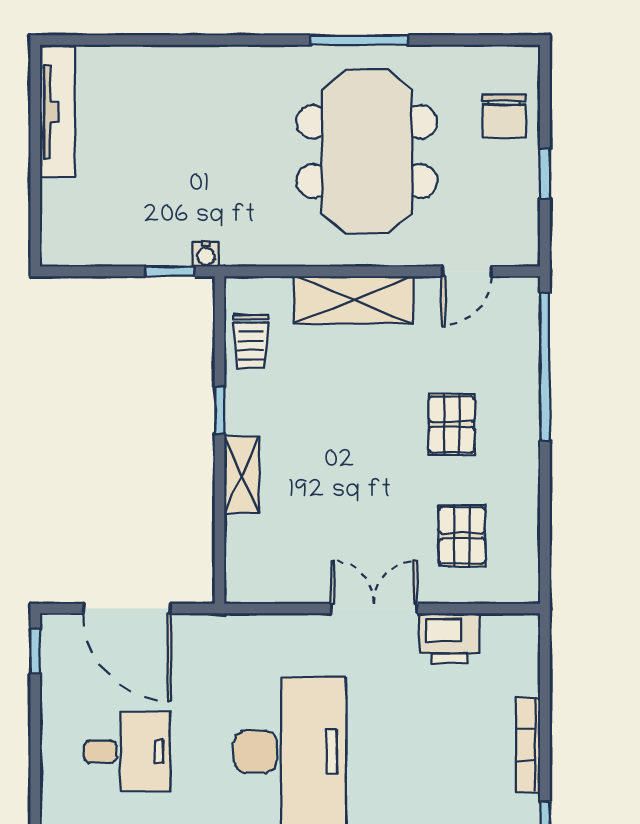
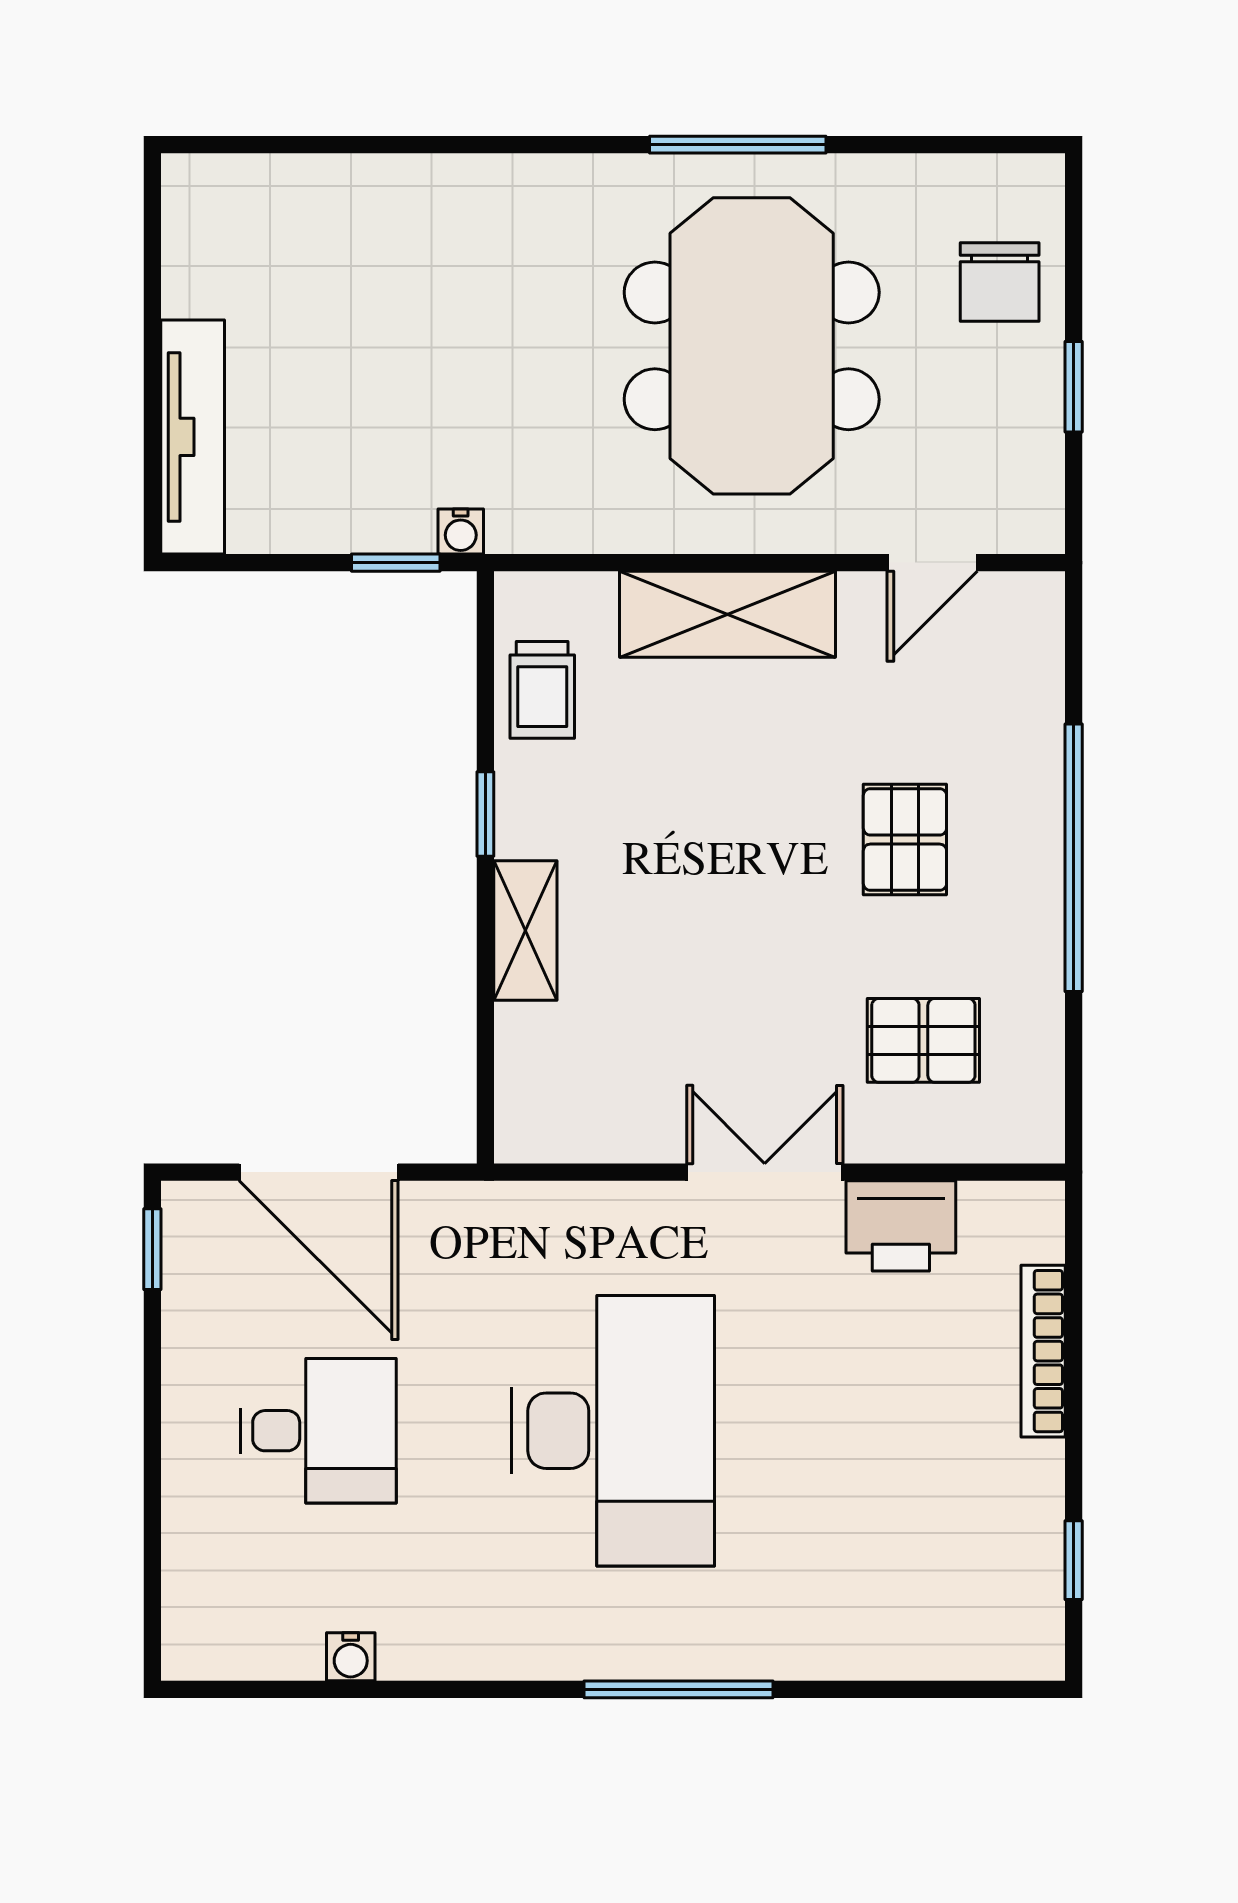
tv unit: (58, 112) -> (193, 437), moved
window: (545, 367) -> (1074, 858), moved
pallet: (462, 536) -> (923, 1040), turned 90
bookcase: (528, 745) -> (1043, 1351), moved

